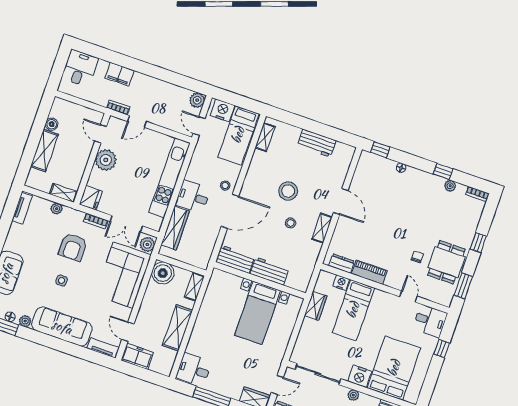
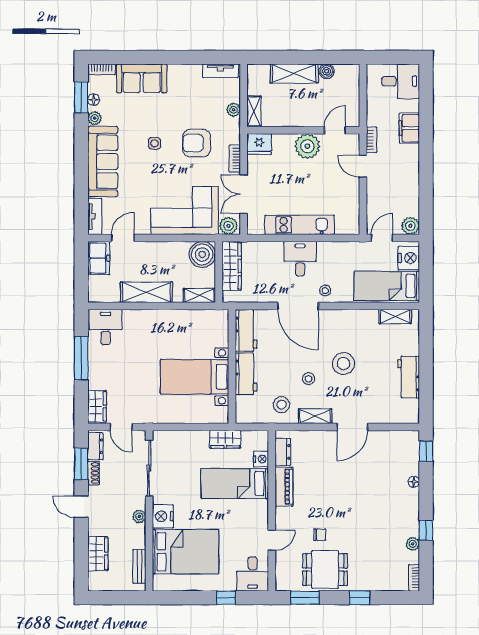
kitchen unit: (169, 178) -> (300, 225), width x0.73
wardrobe: (175, 228) -> (232, 266), moved, turned -90
stool: (304, 252) -> (282, 405), added

